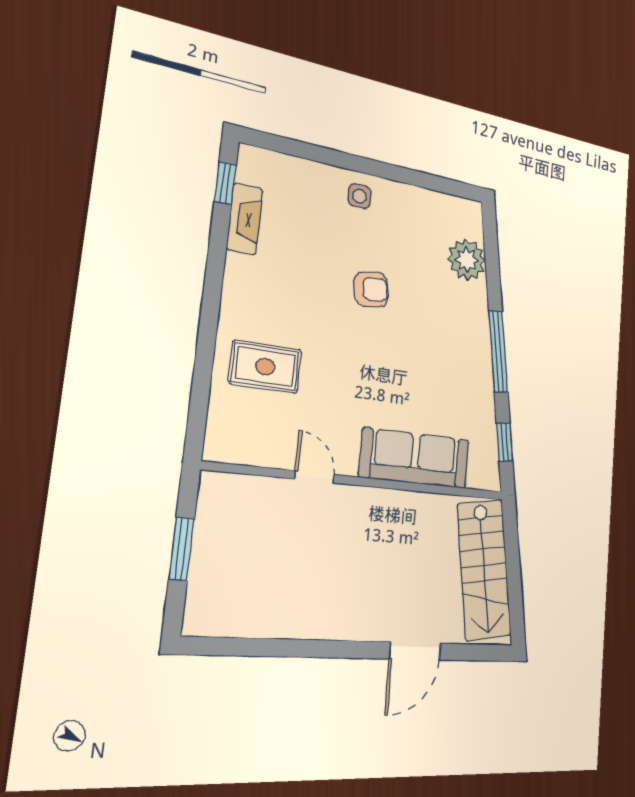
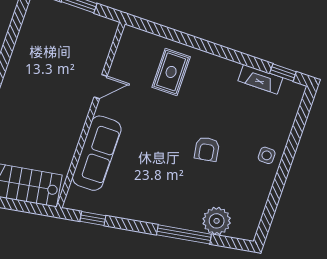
window: (498, 351) -> (184, 234), moved

